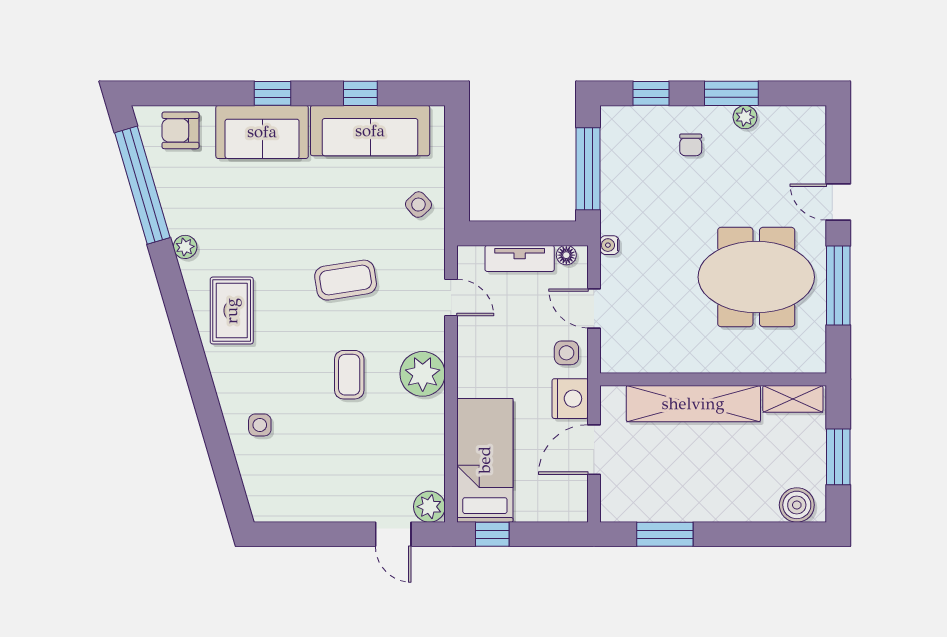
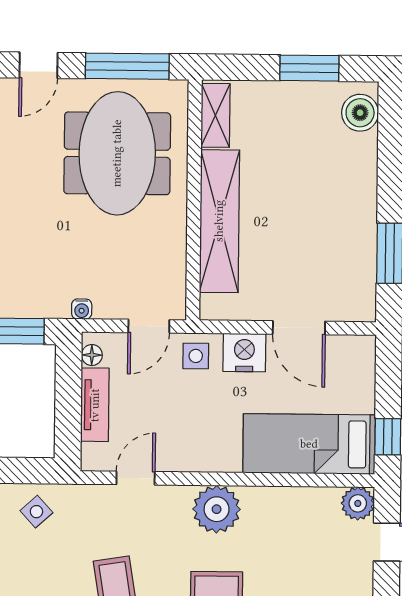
wall: (713, 379) -> (194, 200), moved
shelving: (793, 399) -> (215, 115), moved
shelving: (693, 404) -> (219, 221), moved

